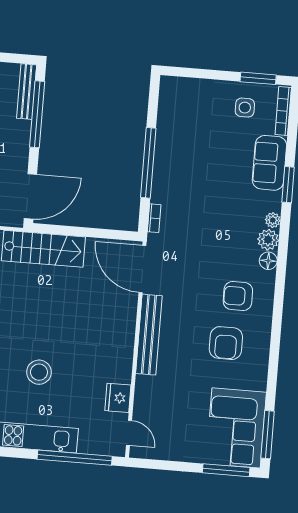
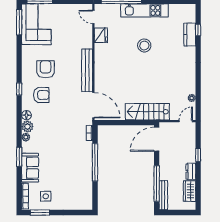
window: (278, 311) -> (19, 89), added

